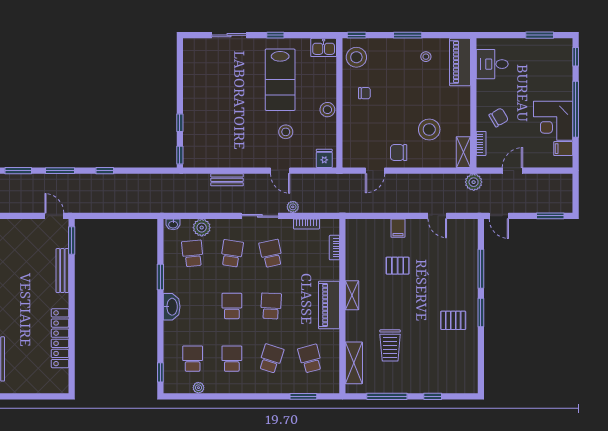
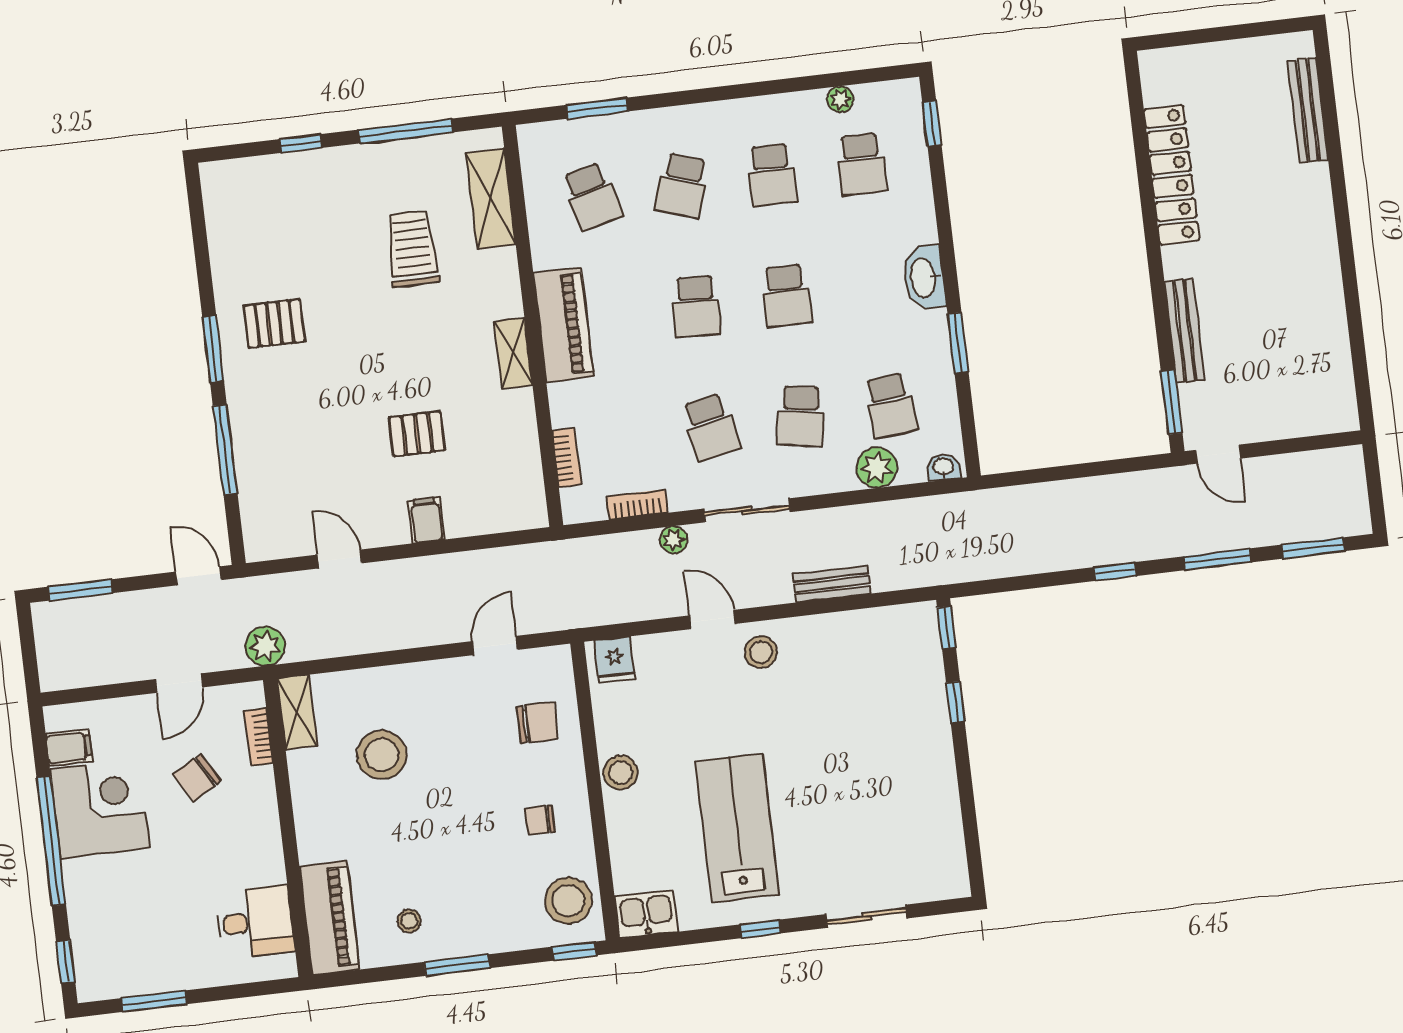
chair: (499, 117) -> (197, 778), moved
stool: (286, 132) -> (761, 652), moved
chair: (399, 153) -> (537, 723), moved

